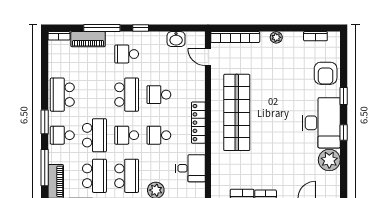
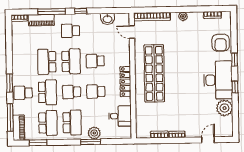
school desk: (62, 95) -> (47, 62), moved

